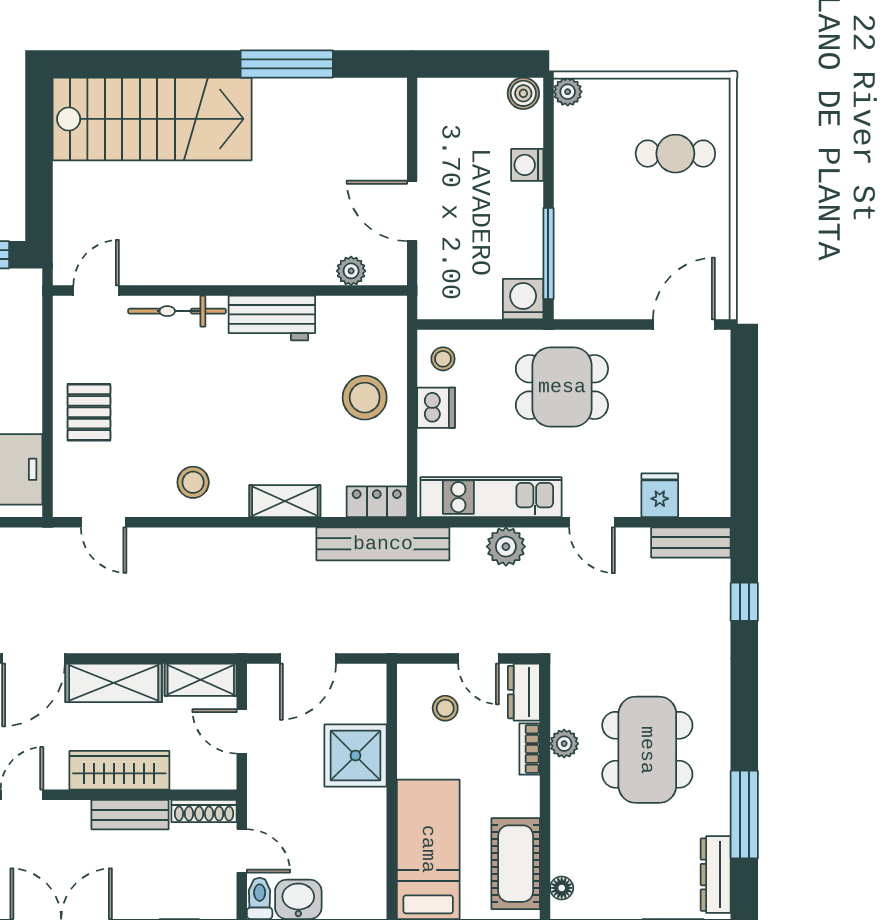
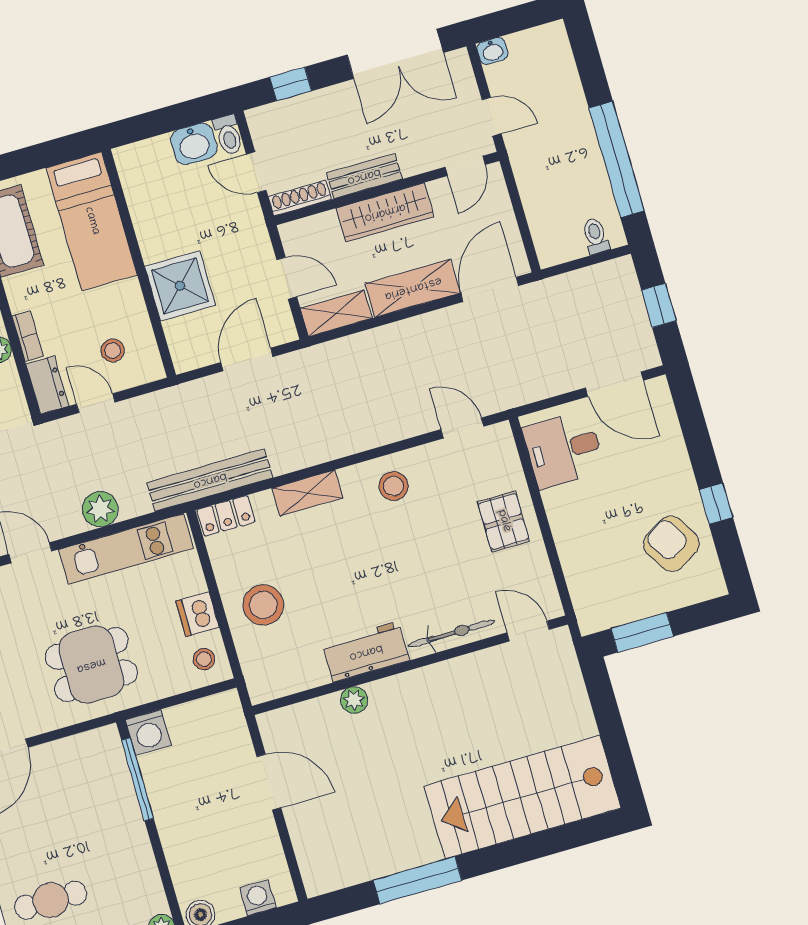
washing machine: (527, 165) -> (258, 898), moved, turned -90
plant: (351, 271) -> (354, 700), moved
door: (96, 290) -> (528, 631), swing flipped

